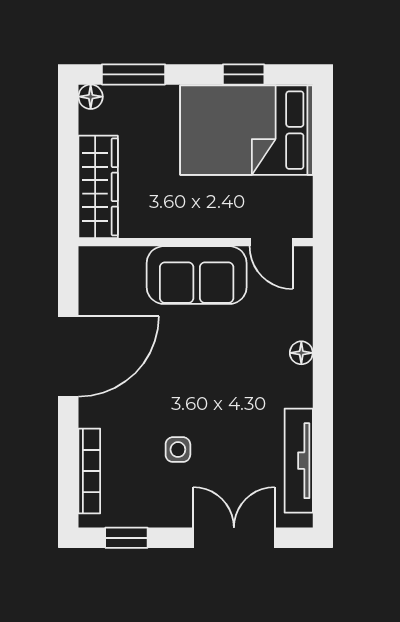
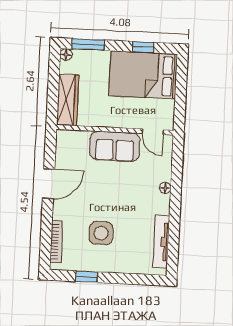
door: (68, 356) -> (49, 184), width x0.73
side table: (178, 450) -> (101, 233), width x1.87, depth x1.87
window: (126, 538) -> (87, 277), moved
double door: (234, 538) -> (127, 279), removed

